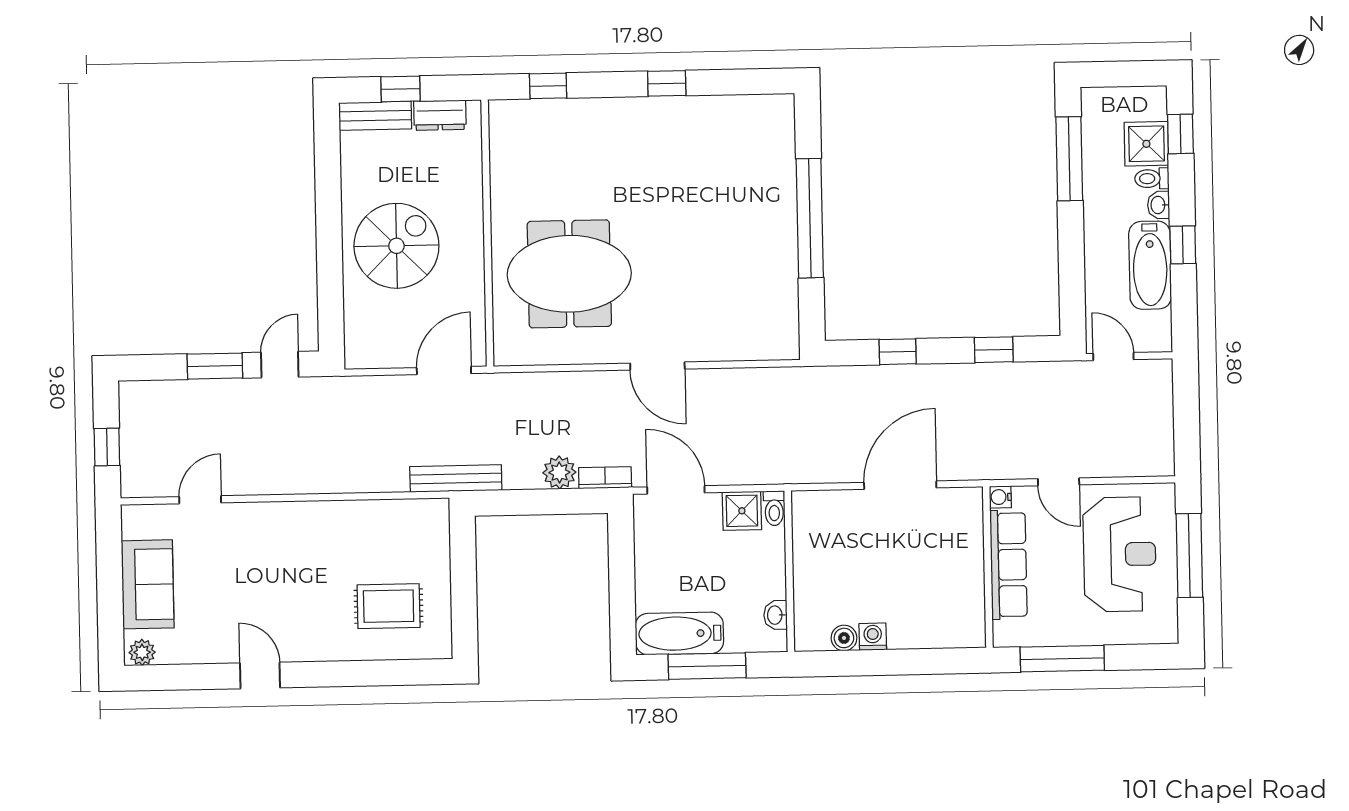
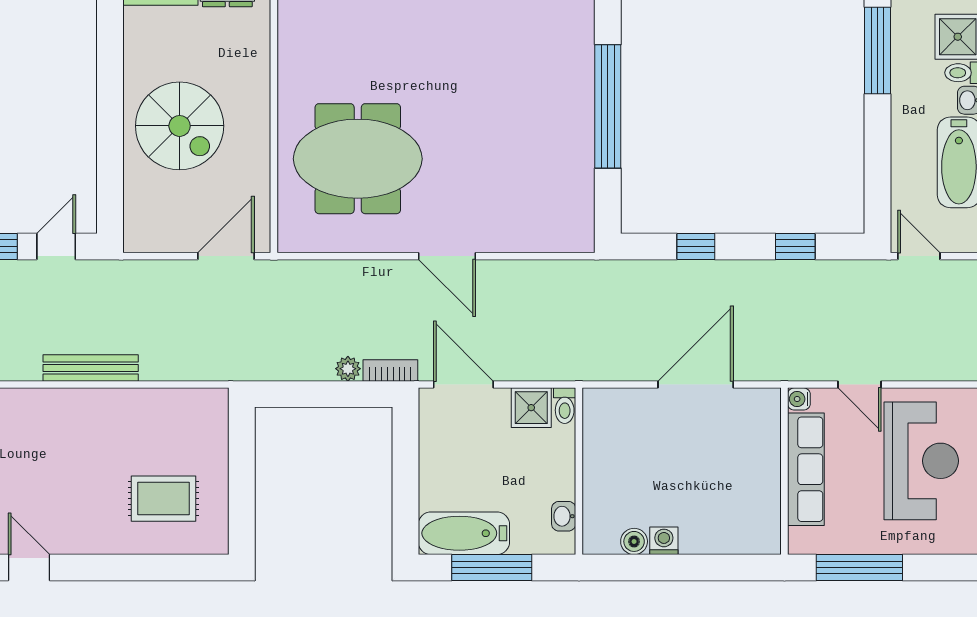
spiral stairs: (396, 246) -> (180, 126), turned 90
plant: (559, 472) -> (348, 369), width x0.73, depth x0.73
bench: (456, 478) -> (91, 368), moved

